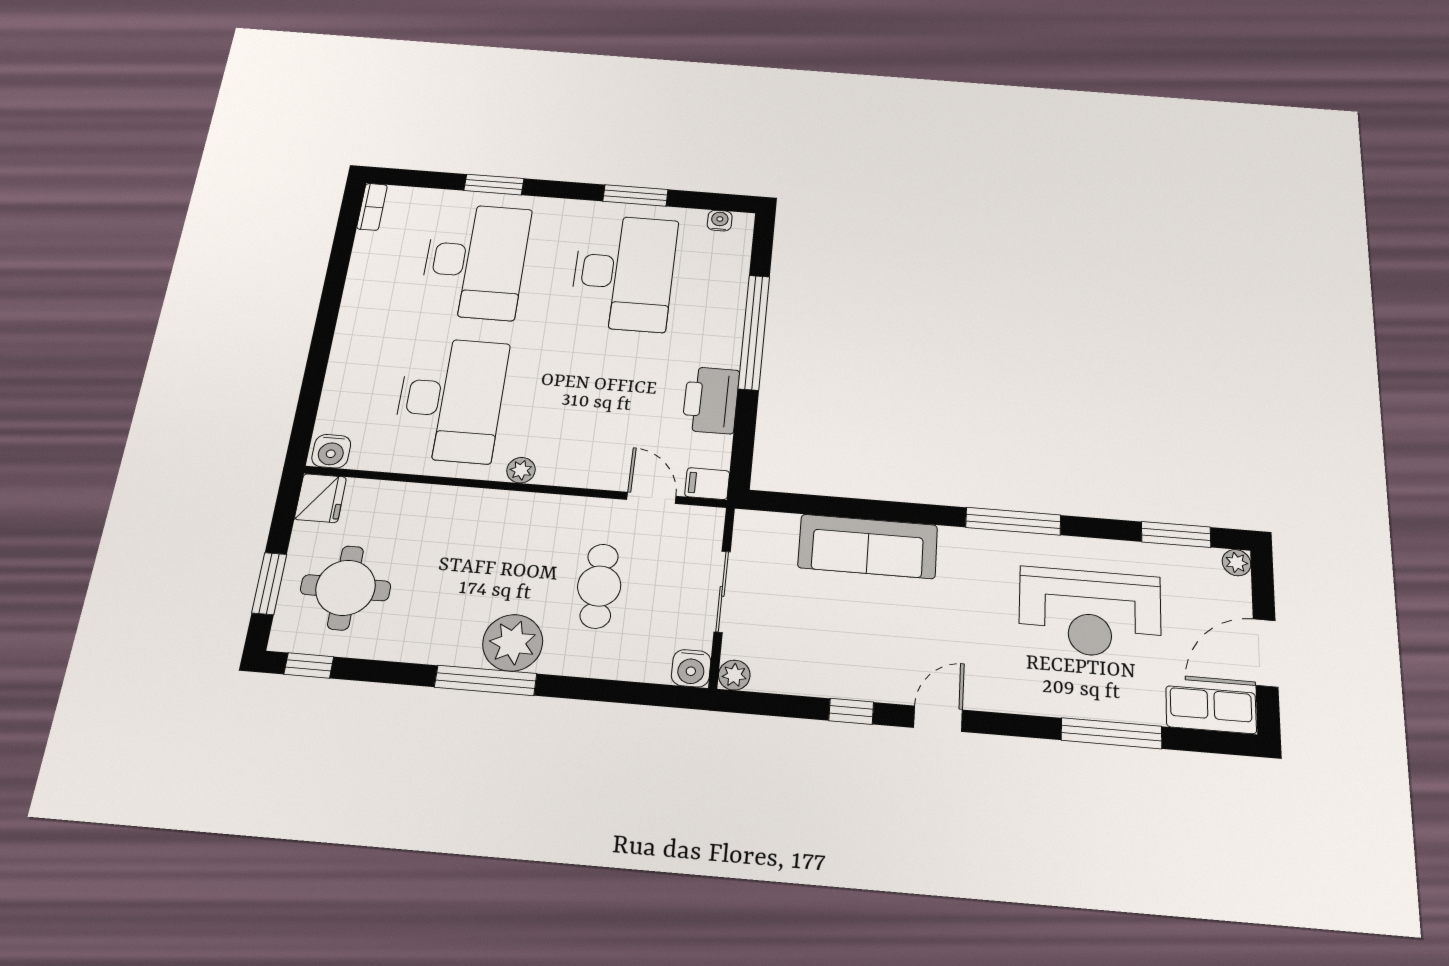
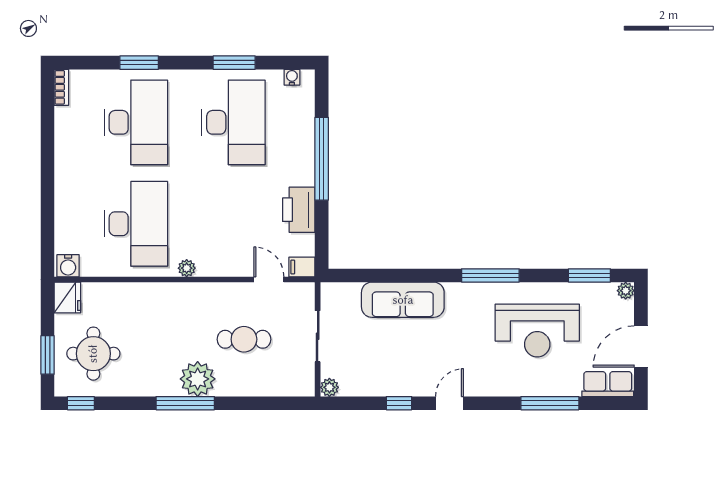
cafe table: (599, 586) -> (244, 339), turned 90
water cooler: (691, 668) -> (304, 385), removed

